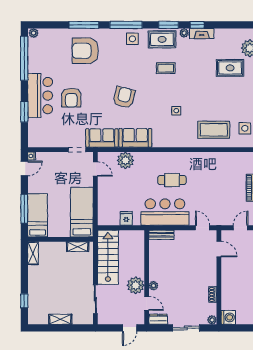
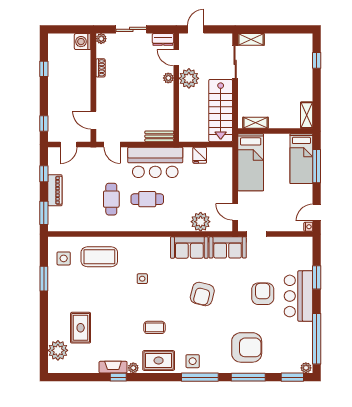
window: (168, 25) -> (292, 377), moved
rug: (230, 68) -> (81, 328), turned 90
cafe table: (203, 180) -> (111, 199), added
shelving: (60, 319) -> (251, 39), moved

